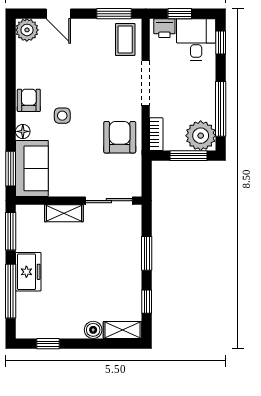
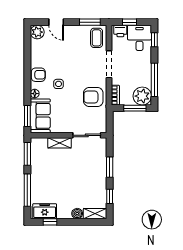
armchair: (29, 100) -> (38, 75), turned 90
armchair: (120, 137) -> (93, 97), turned -90
freezer: (28, 272) -> (45, 211), moved, turned -90

